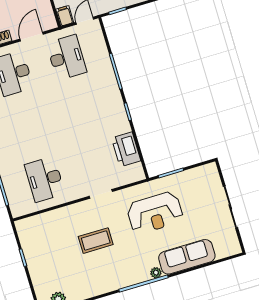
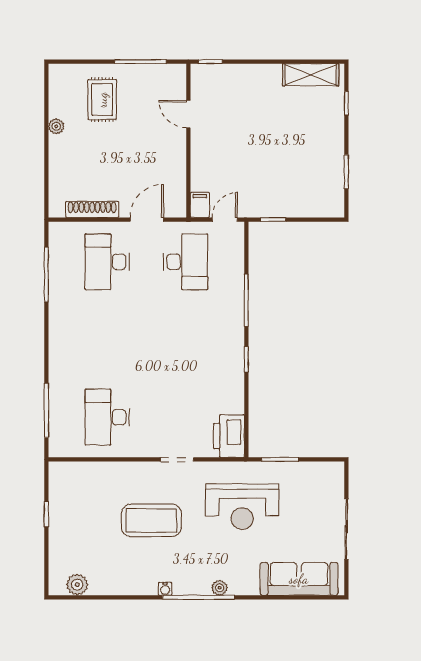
printer: (126, 149) -> (229, 436), moved
coffee table: (96, 241) -> (151, 520), width x1.36, depth x1.32
sofa: (187, 257) -> (299, 579), moved
water cooler: (119, 284) -> (165, 589), added

